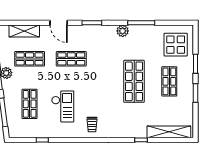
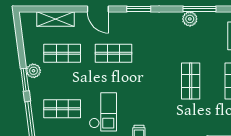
plant: (123, 31) -> (190, 19), moved
shop shelf: (134, 81) -> (191, 81), width x0.70, depth x0.74
shop shelf: (30, 104) -> (62, 109), turned 90

